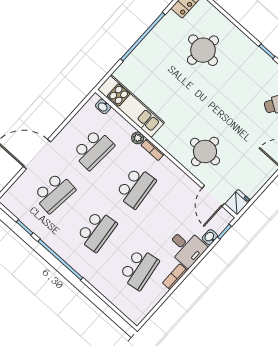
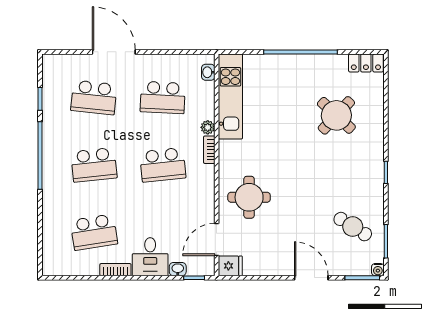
round table: (203, 50) -> (336, 115), turned 37

